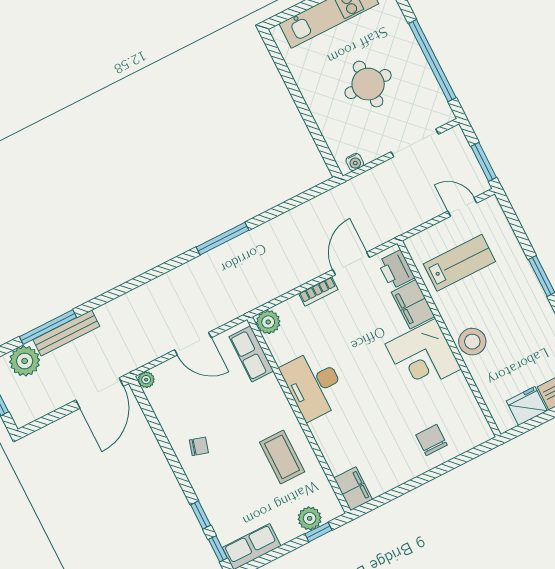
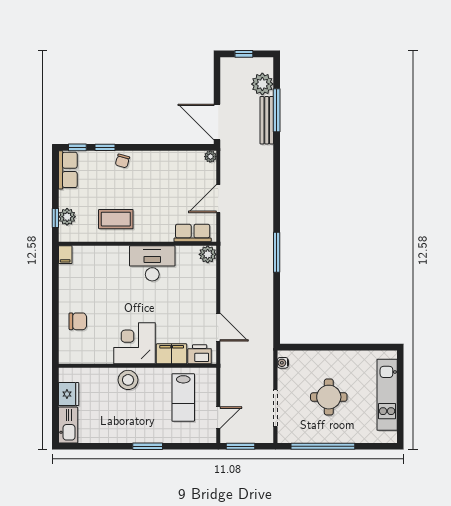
bookcase: (318, 291) -> (211, 297), removed
chair: (199, 446) -> (122, 161), moved
filing cabinet: (353, 489) -> (65, 255), width x0.50

